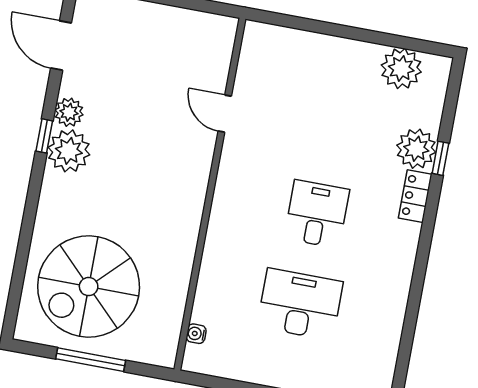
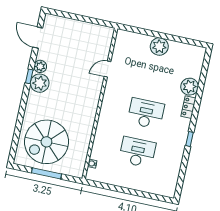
plant: (401, 68) -> (159, 46), moved
door: (225, 114) -> (107, 69), hinge flipped
window: (440, 158) -> (189, 139), moved
desk: (317, 214) -> (146, 113), width x1.37

